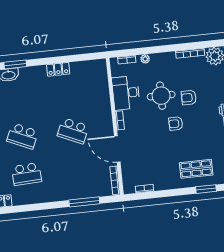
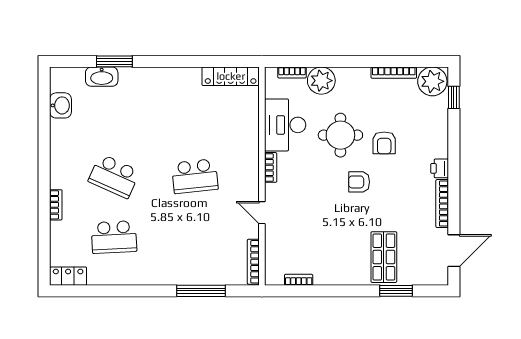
plant: (145, 59) -> (321, 81), width x1.88, depth x1.88
locker: (58, 69) -> (231, 76), moved, width x1.53
armchair: (189, 98) -> (384, 143), turned -90
school desk: (73, 131) -> (195, 176), turned -30
door: (117, 149) -> (262, 213), width x0.53
shop shelf: (196, 169) -> (384, 257), turned 90

